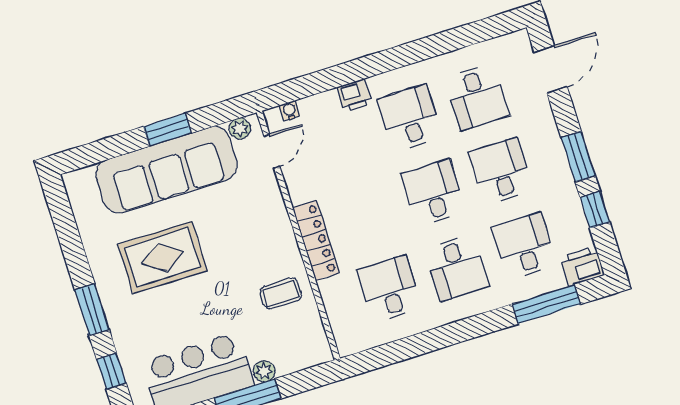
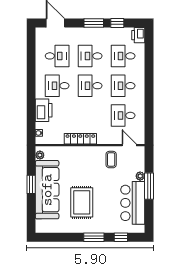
printer: (354, 95) -> (44, 110), width x1.87, depth x1.48
door: (272, 151) -> (129, 145), moved
locker: (316, 240) -> (80, 139), moved
desk: (457, 268) -> (123, 86), turned 180
window: (546, 304) -> (149, 54), removed

